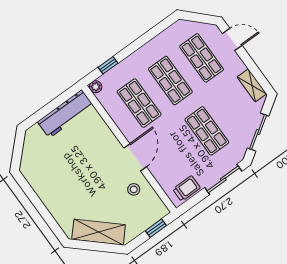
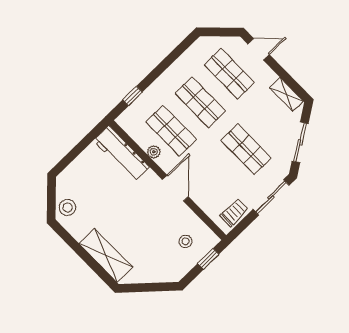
plant: (96, 87) -> (154, 152), moved
workbench: (66, 114) -> (121, 154), moved, turned 90
stool: (32, 160) -> (68, 207), added
stool: (134, 189) -> (186, 241), moved
shelving: (99, 232) -> (106, 256), moved, turned 48

